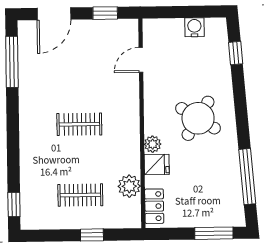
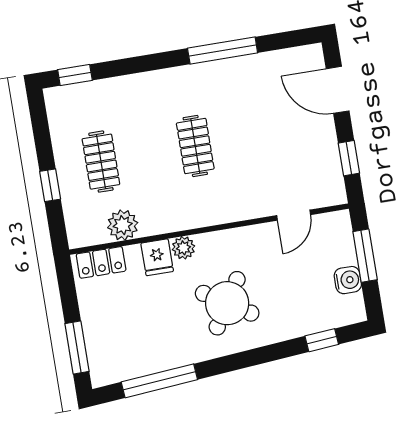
window: (178, 12) -> (365, 256), added
door: (141, 60) -> (294, 215), swing flipped
window: (12, 62) -> (223, 51), moved

